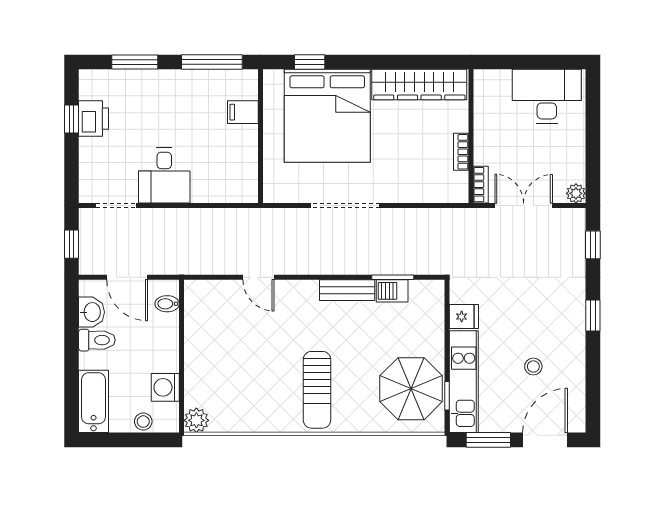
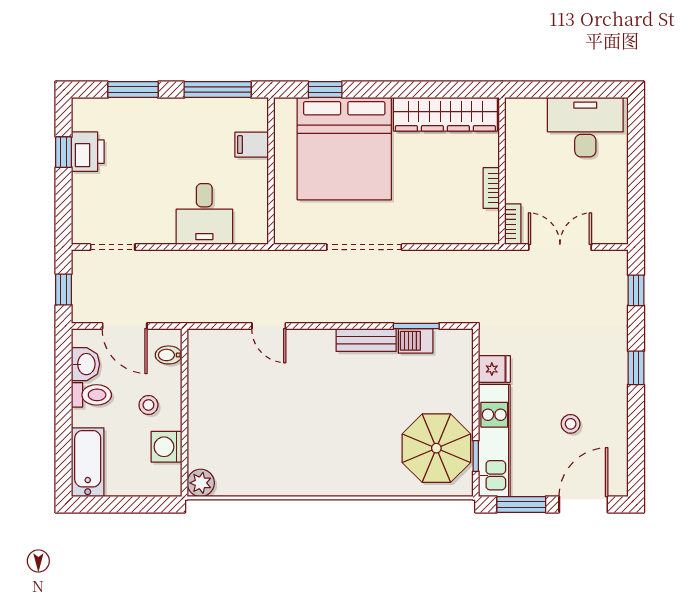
desk: (164, 175) -> (204, 214), moved
plant: (576, 193) -> (617, 234), removed
sun lounger: (317, 390) -> (333, 449), removed
stool: (143, 422) -> (148, 405), moved

